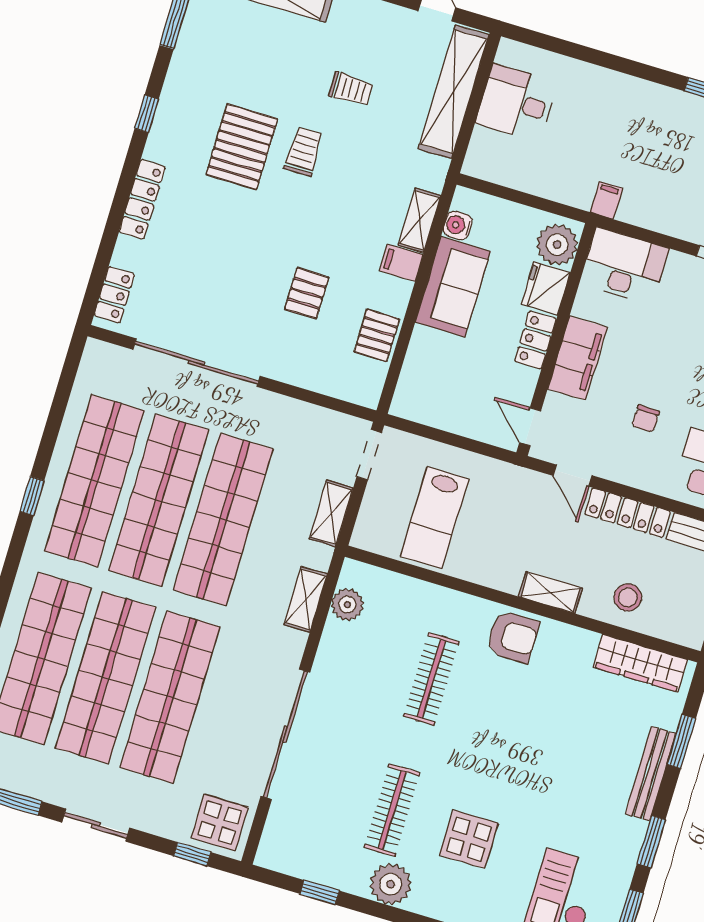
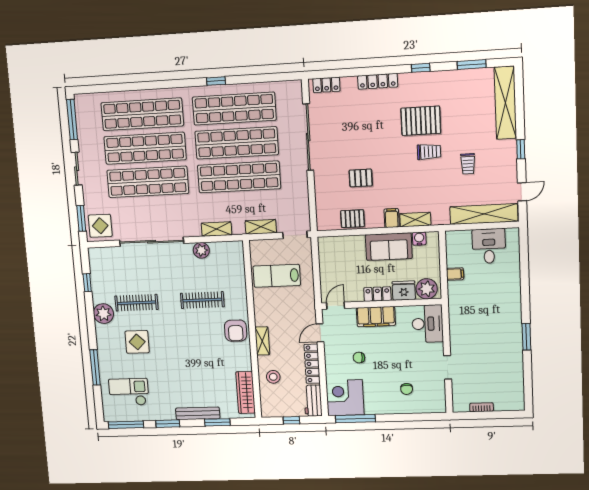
filing cabinet: (606, 200) -> (455, 274), moved
plant: (347, 605) -> (201, 250), moved
window: (192, 854) -> (81, 218), width x1.50

